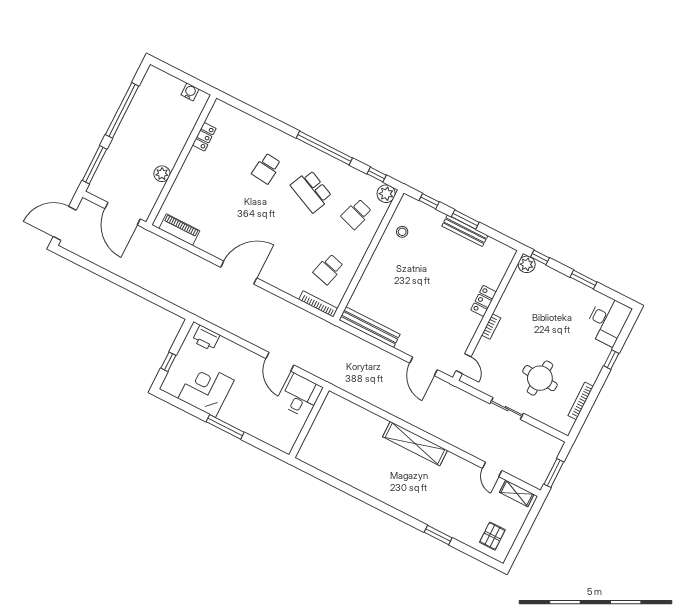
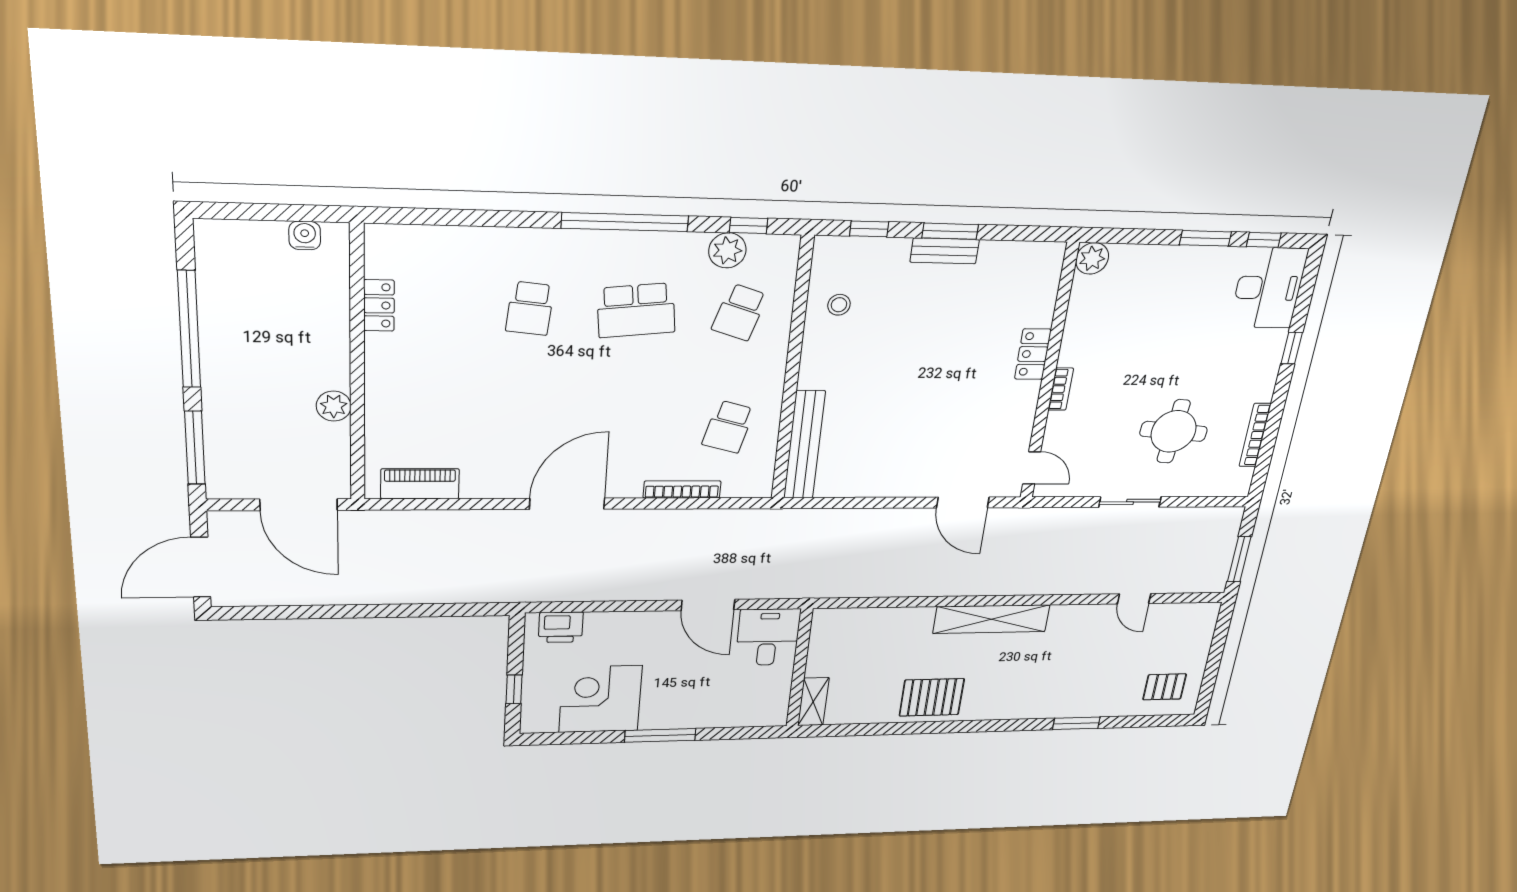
school desk: (311, 191) -> (636, 310), turned -30
plant: (386, 194) -> (727, 250), moved
bench: (465, 231) -> (945, 251), width x0.73
window: (540, 257) -> (1264, 240), moved
bookcase: (318, 304) -> (682, 489), moved
bench: (370, 327) -> (804, 445), moved, turned 90
pallet: (368, 477) -> (932, 697), added
shelving: (517, 493) -> (813, 702), moved, turned 90
pallet: (492, 536) -> (1165, 687), turned 90

